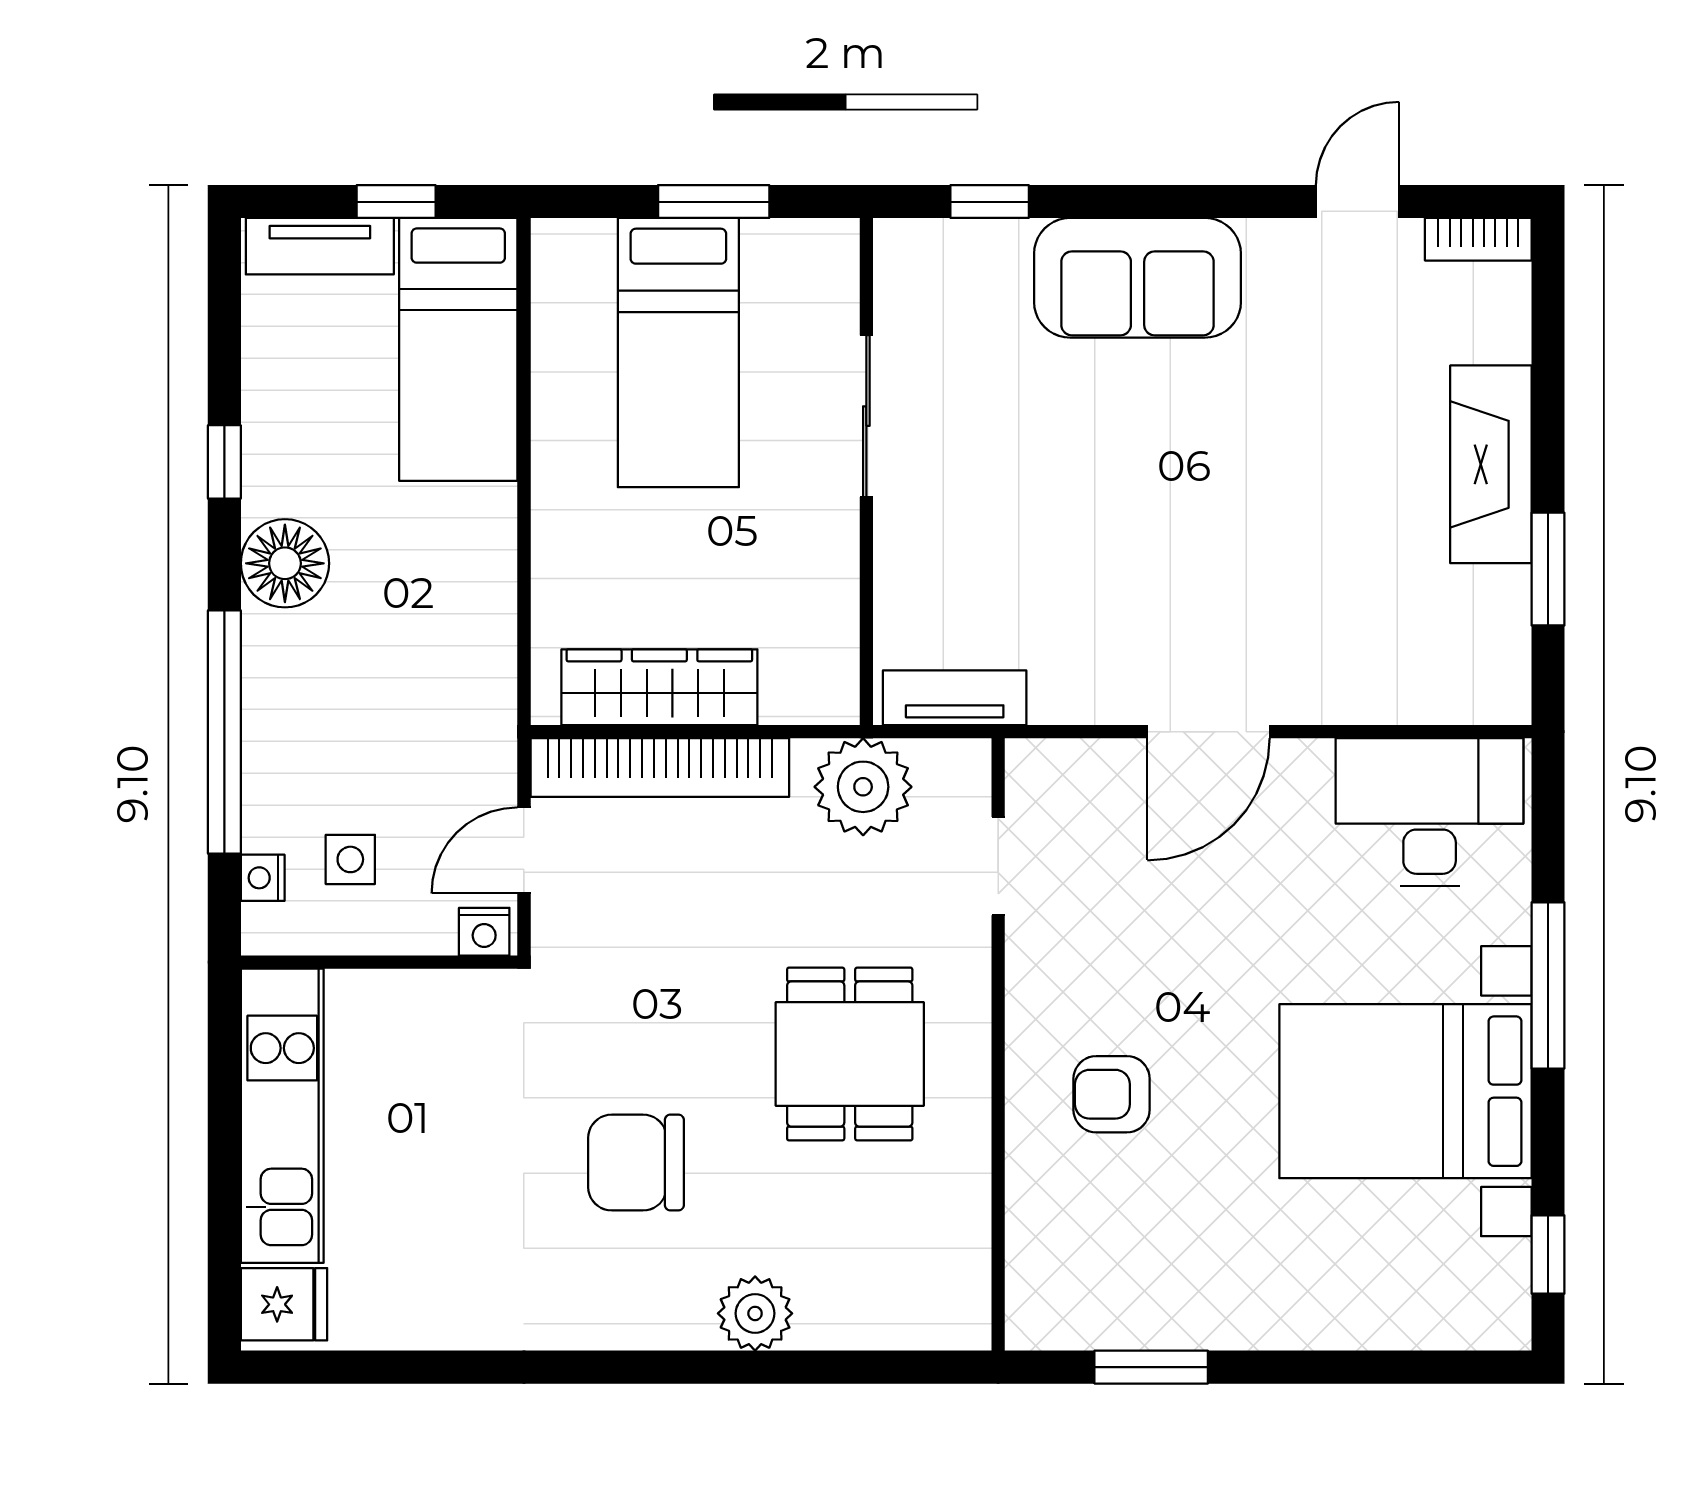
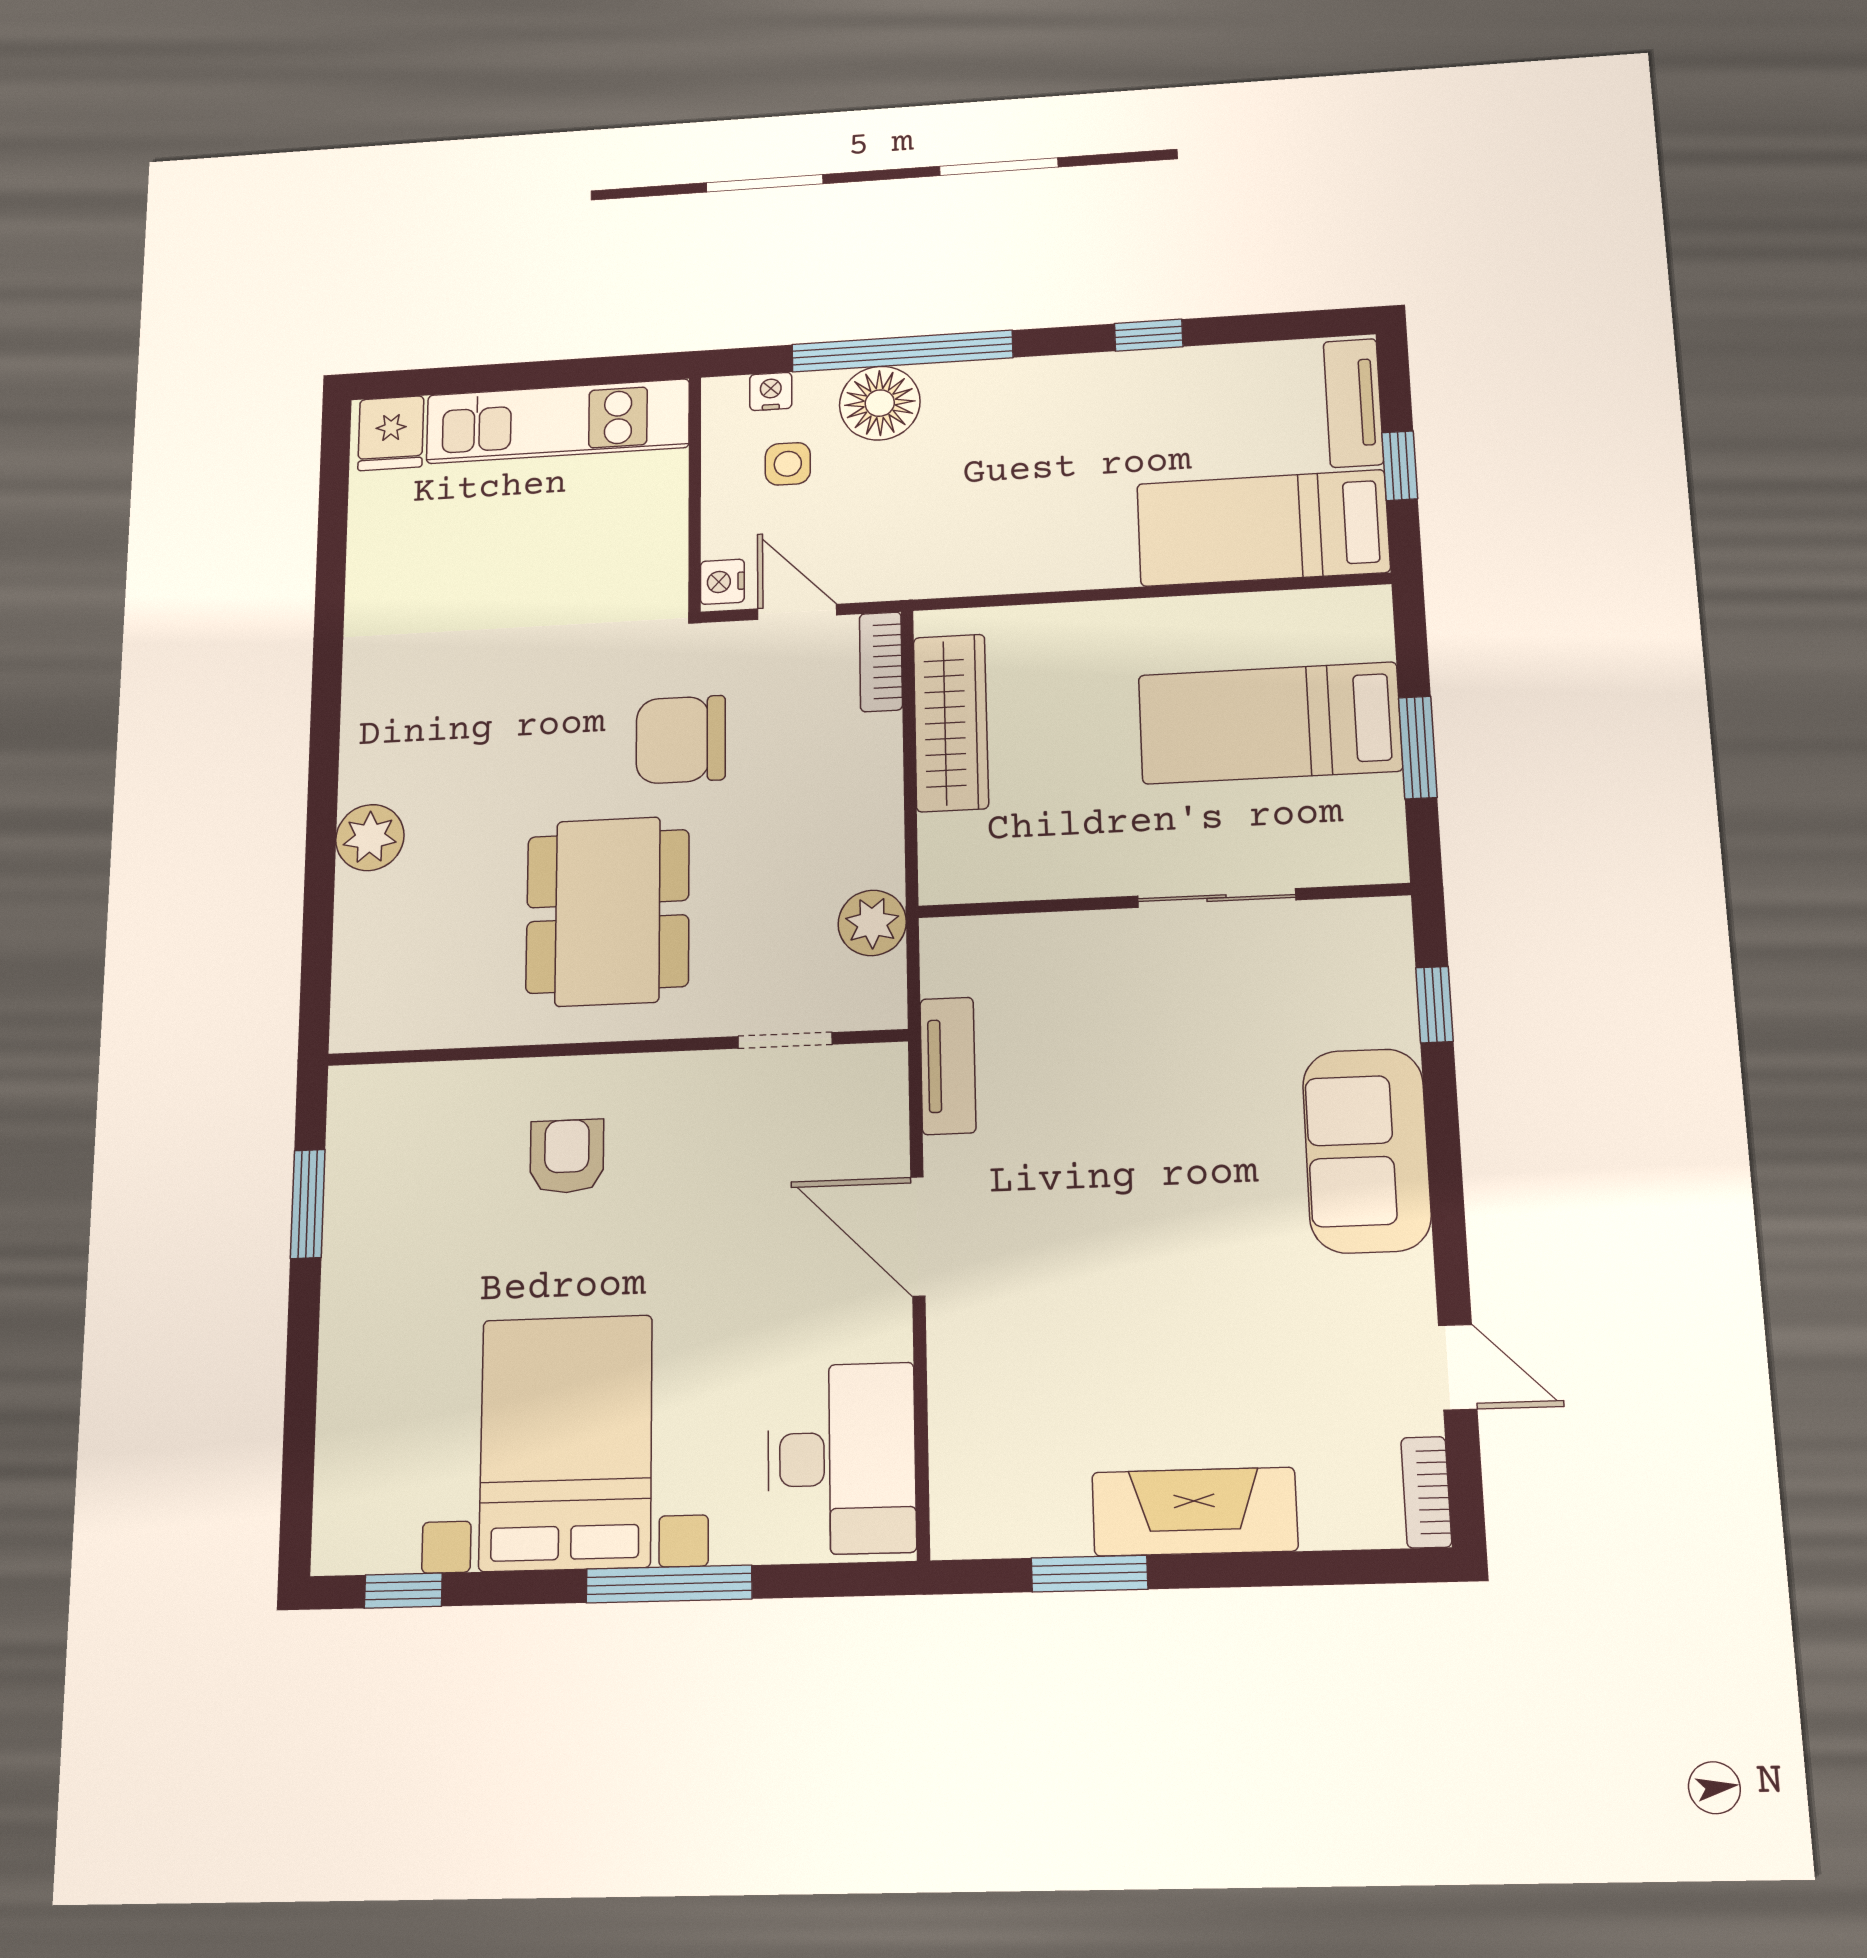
floor lamp: (285, 563) -> (880, 403), moved
tv unit: (955, 698) -> (948, 1066), moved
bookcase: (660, 768) -> (881, 662), width x0.43, depth x0.76
plant: (863, 787) -> (872, 923), width x0.73, depth x0.73
dining table: (850, 1054) -> (608, 911), width x1.38
chair: (636, 1163) -> (681, 740), moved, turned -90

